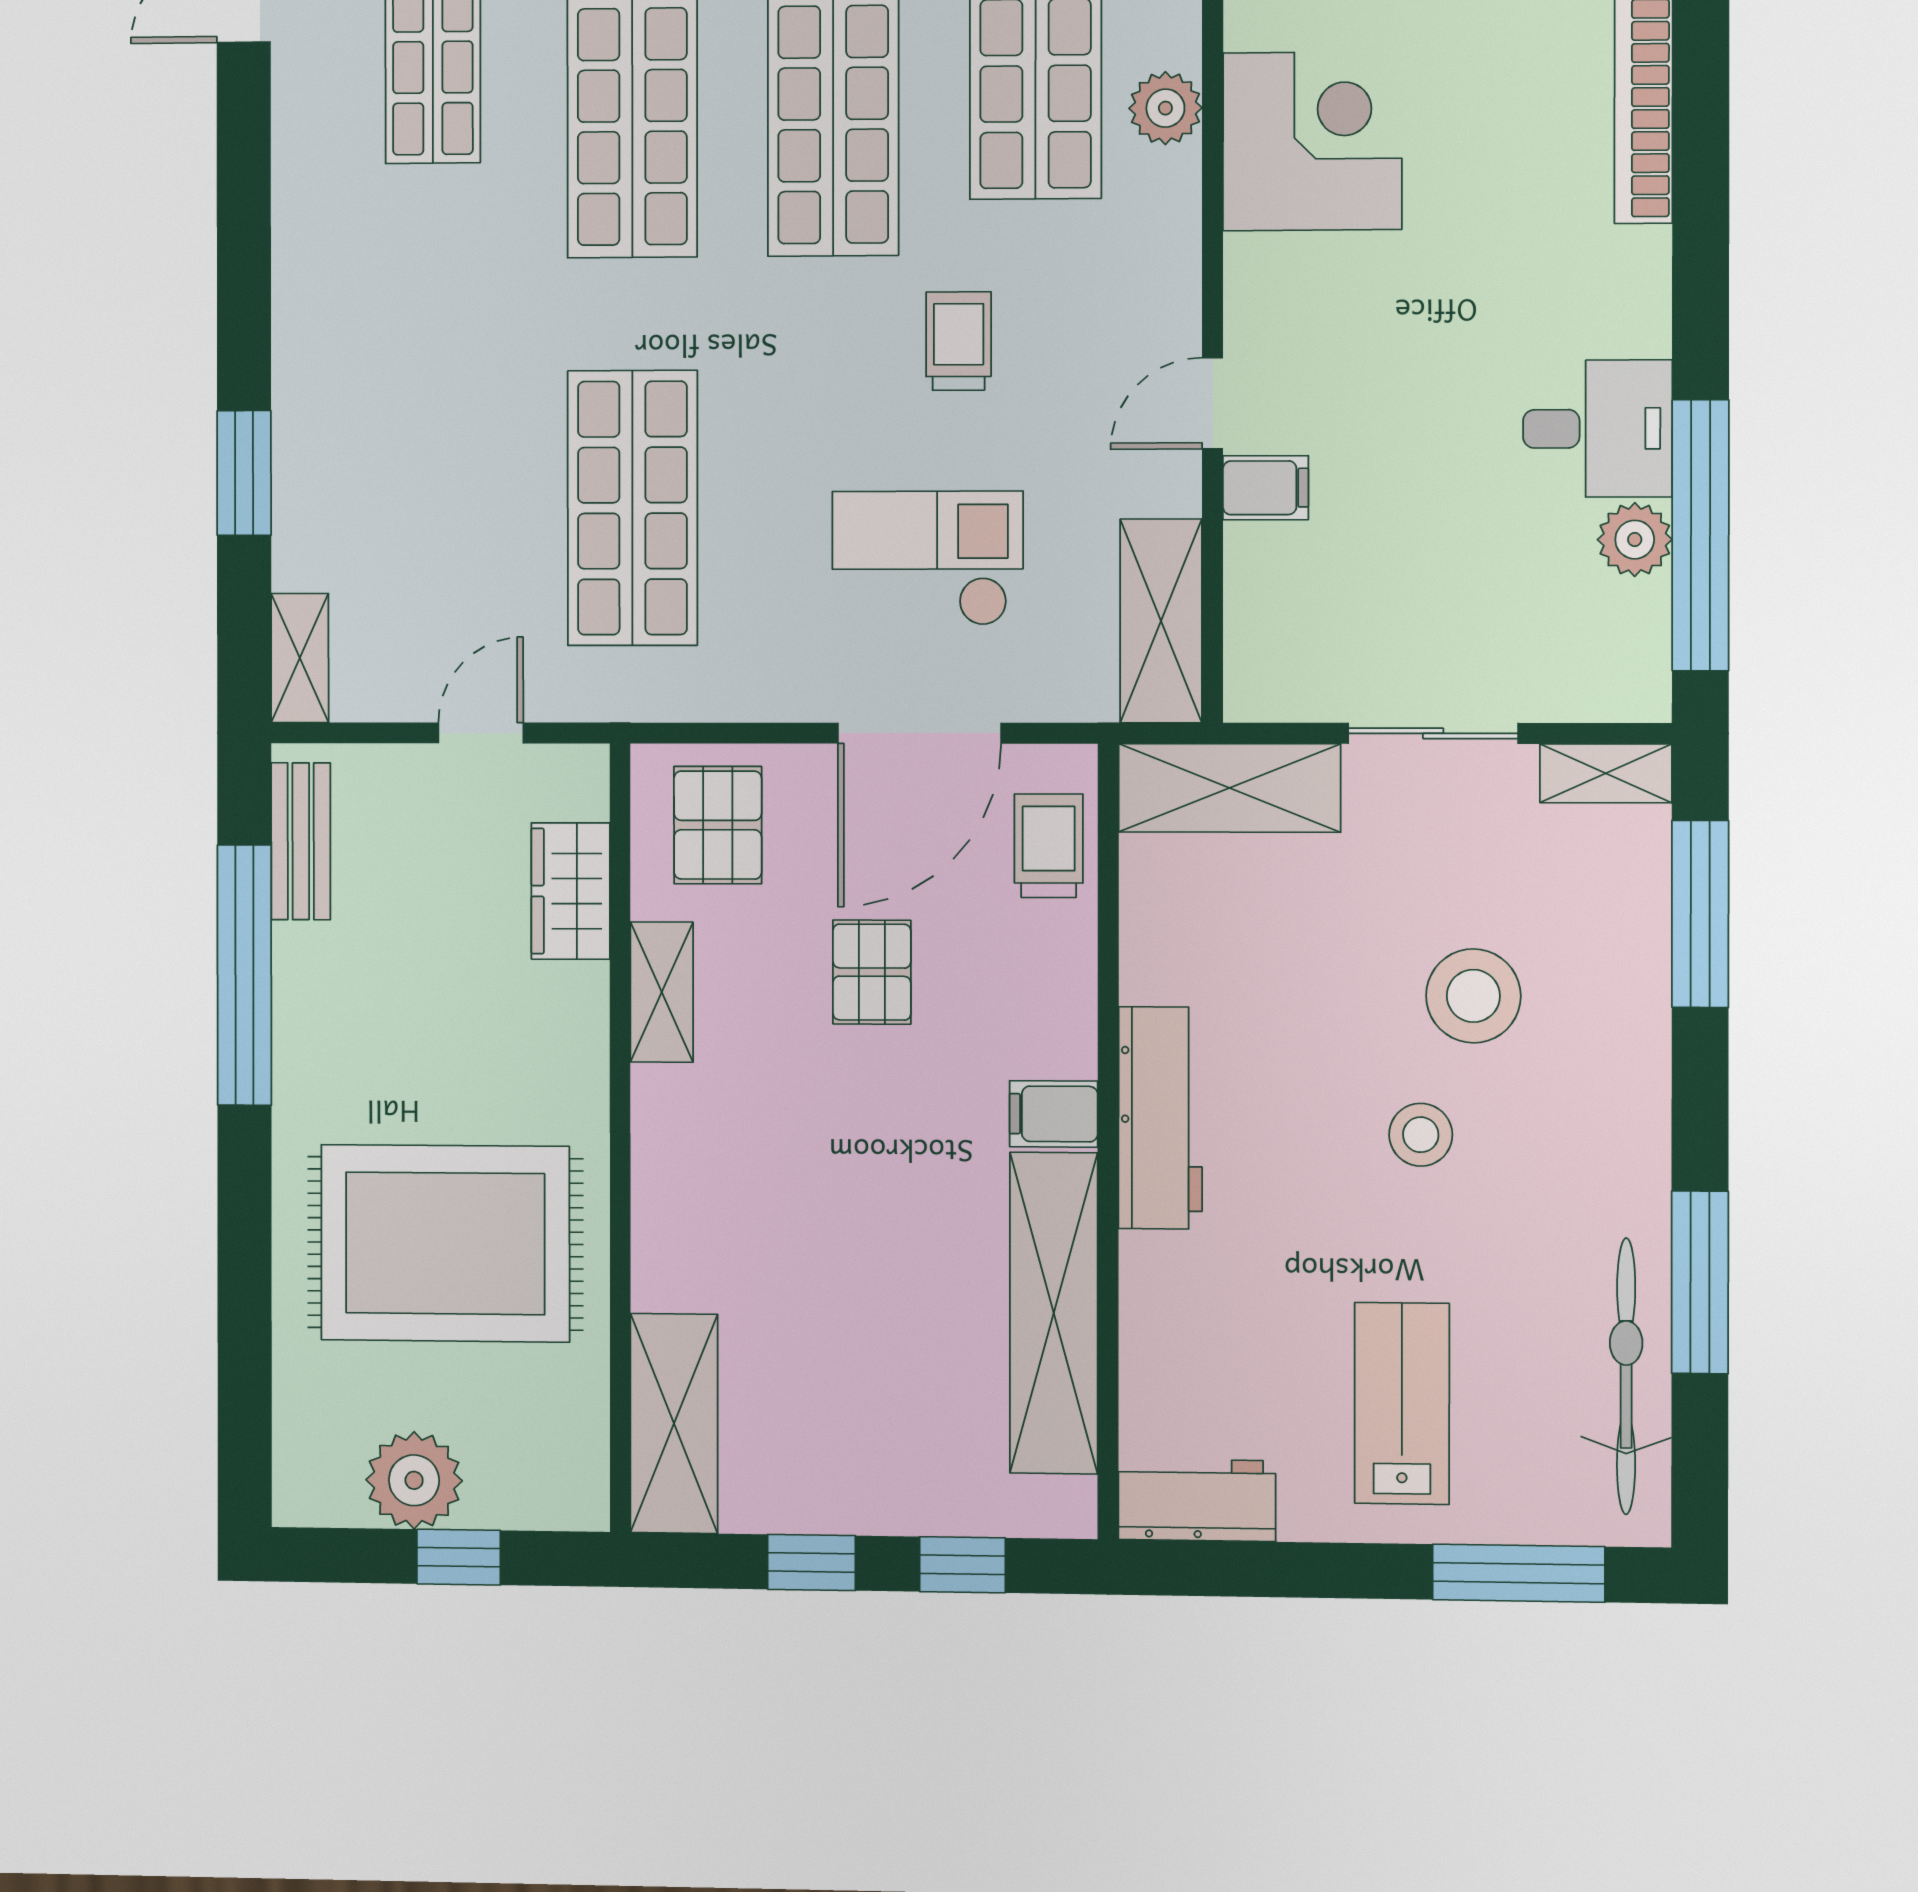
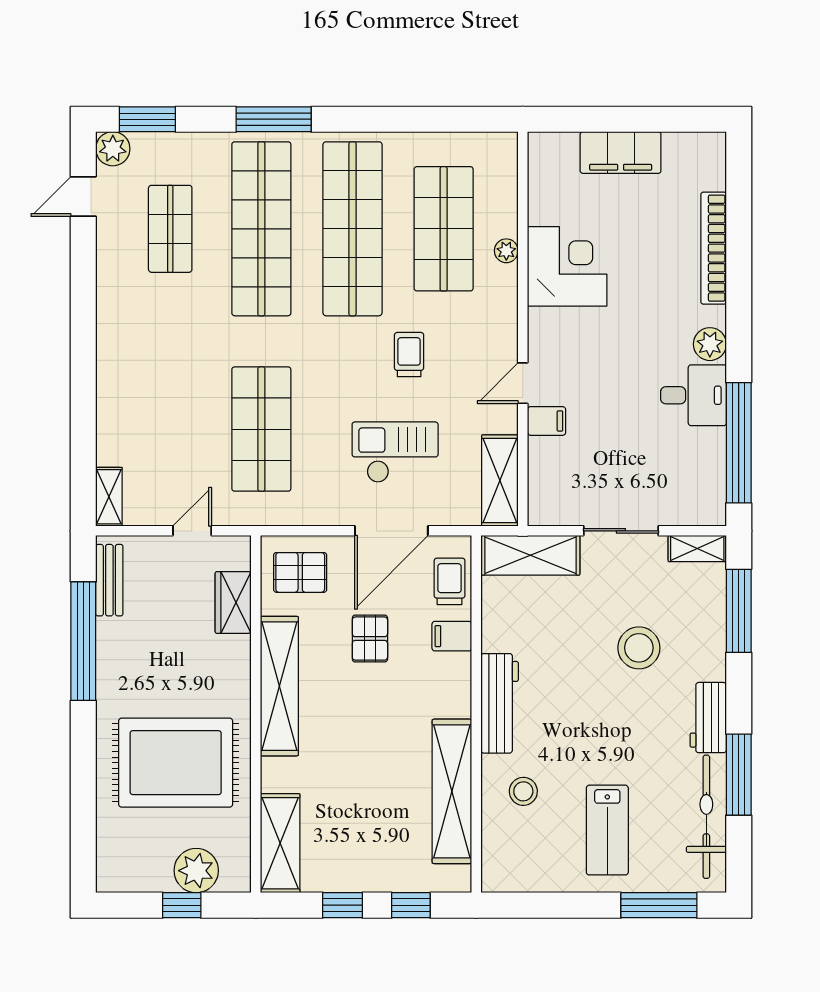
plant: (1165, 108) -> (506, 251), width x0.73, depth x0.73
window: (244, 473) -> (83, 412), removed
plant: (1635, 540) -> (710, 344), moved
pallet: (718, 825) -> (300, 572), turned 90
shelving: (662, 992) -> (279, 686), width x2.20, depth x1.33
filing cabinet: (1054, 1114) -> (452, 636), moved
stool: (1421, 1135) -> (523, 791), moved
lab bench: (1402, 1403) -> (607, 830), turned 180
plant: (414, 1480) -> (196, 871), moved
workbench: (1197, 1500) -> (708, 718), moved, turned -90

